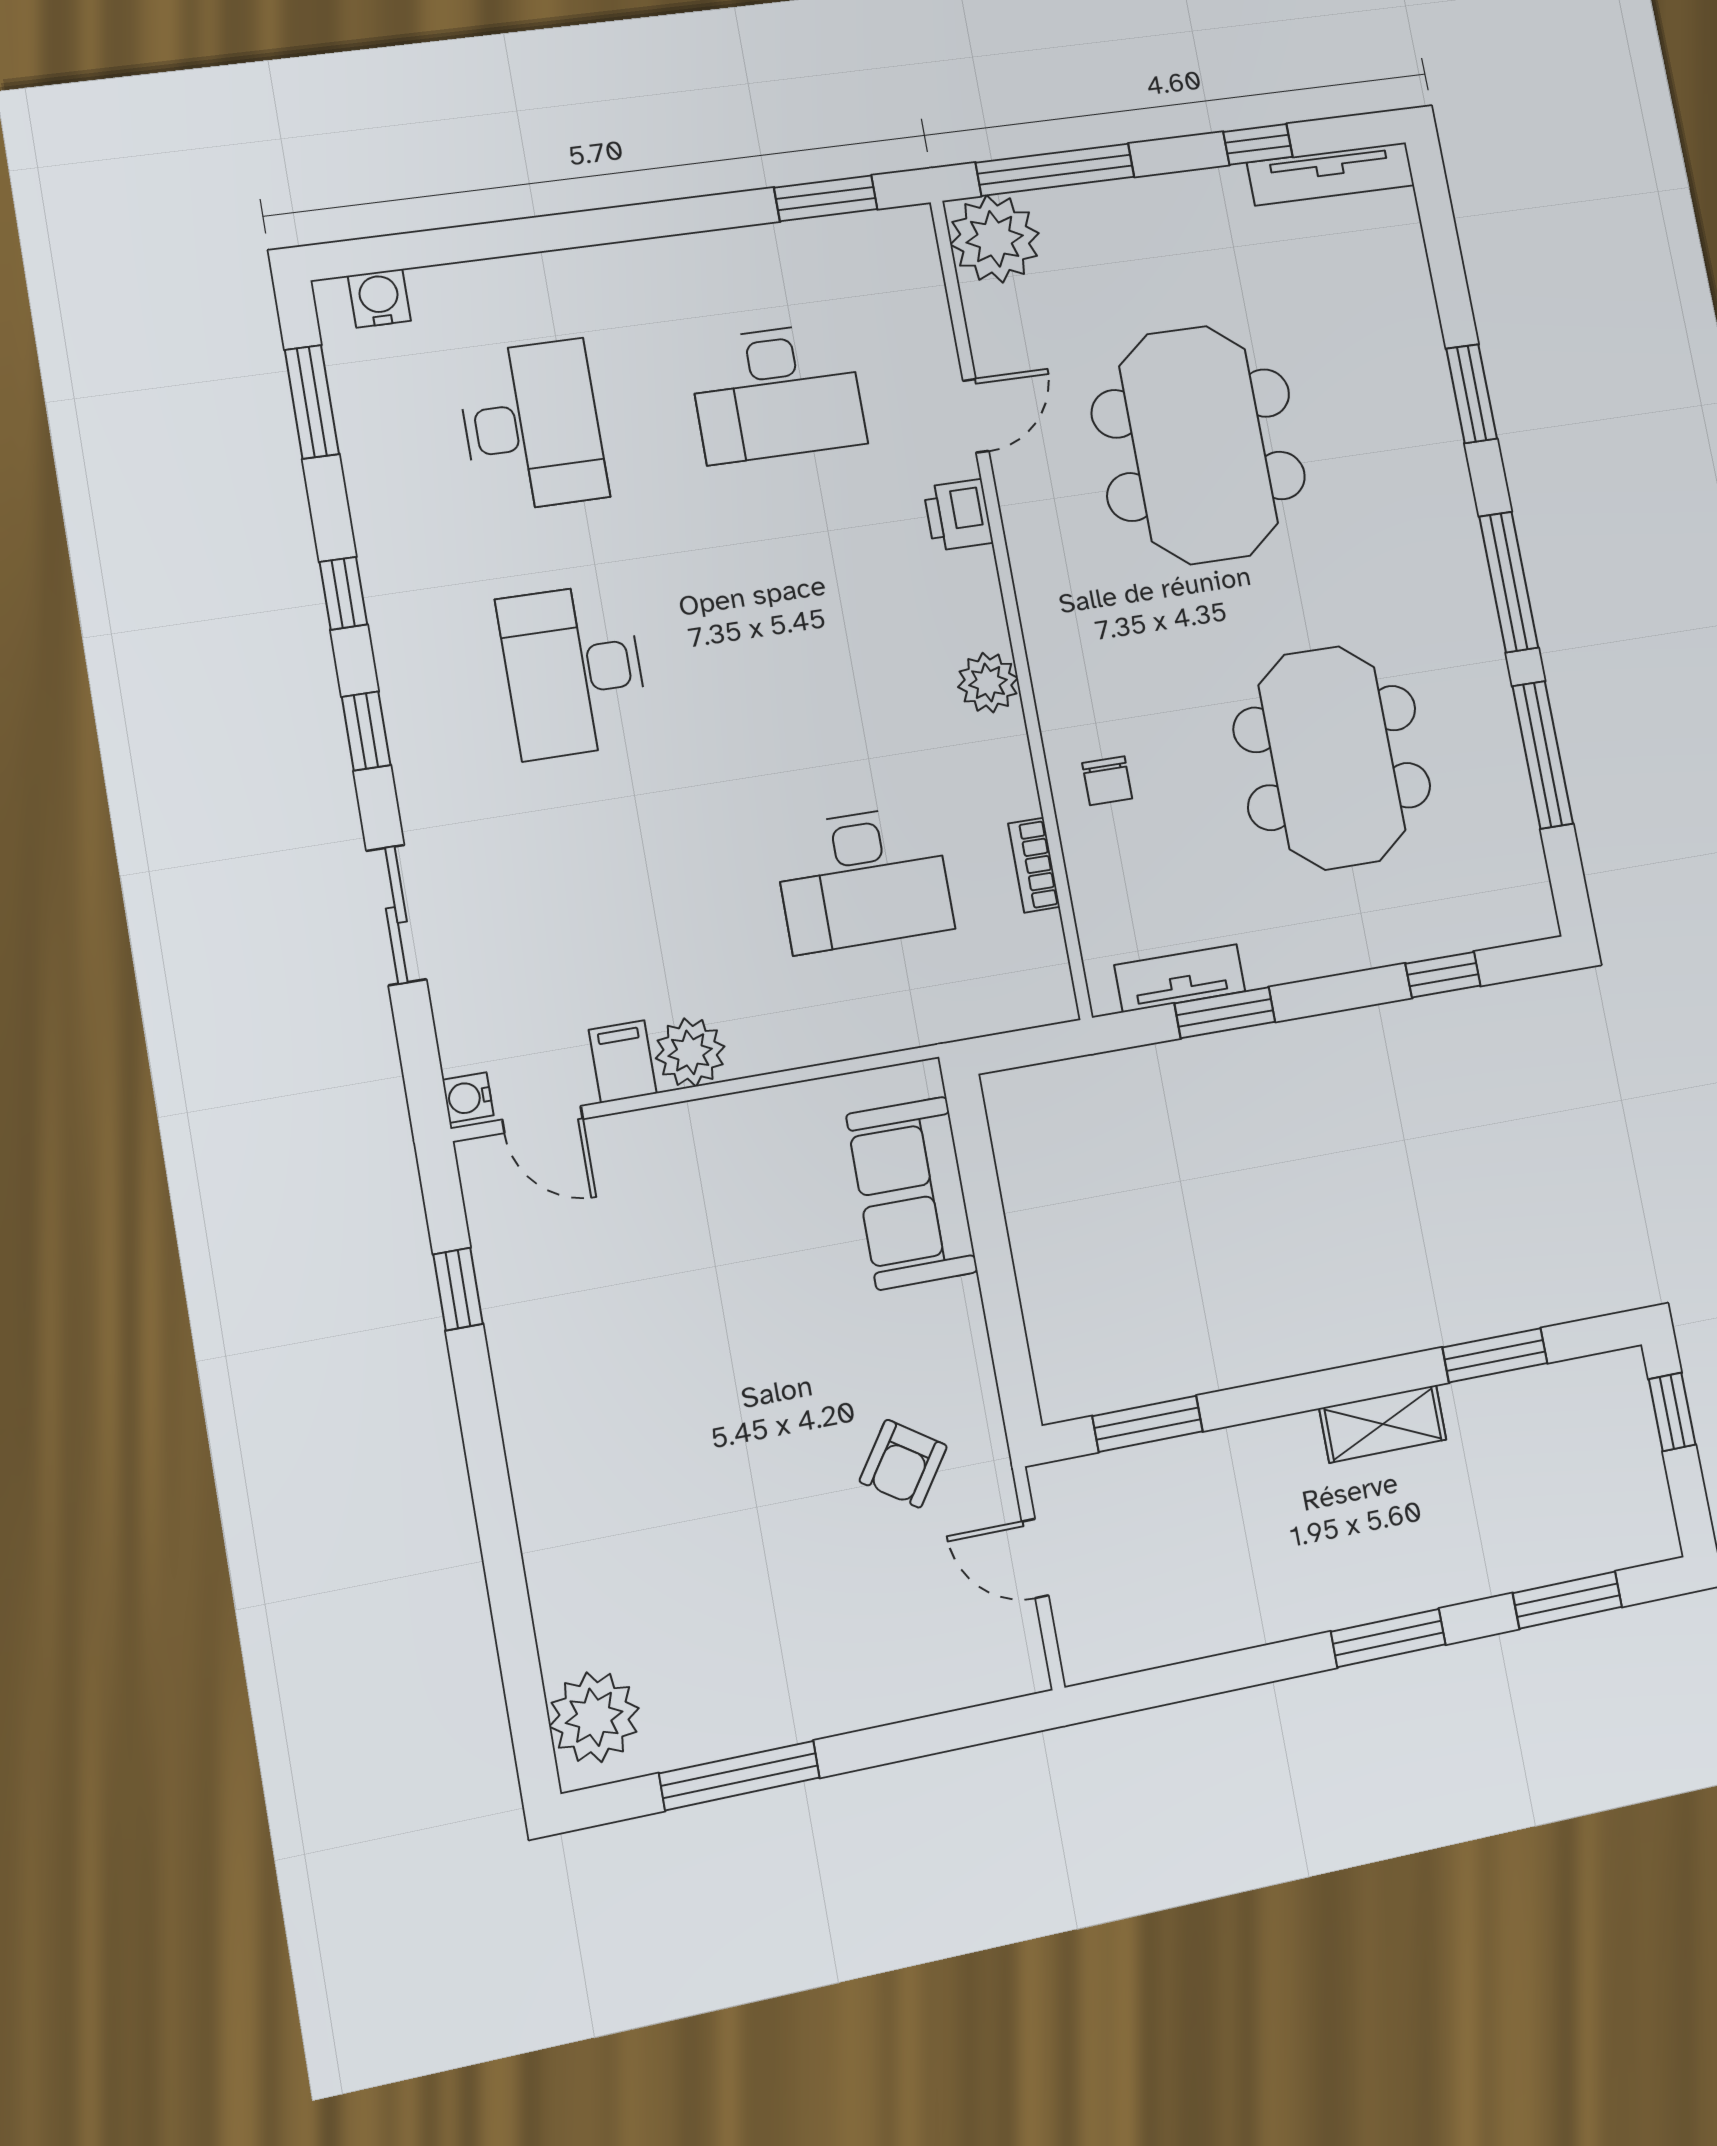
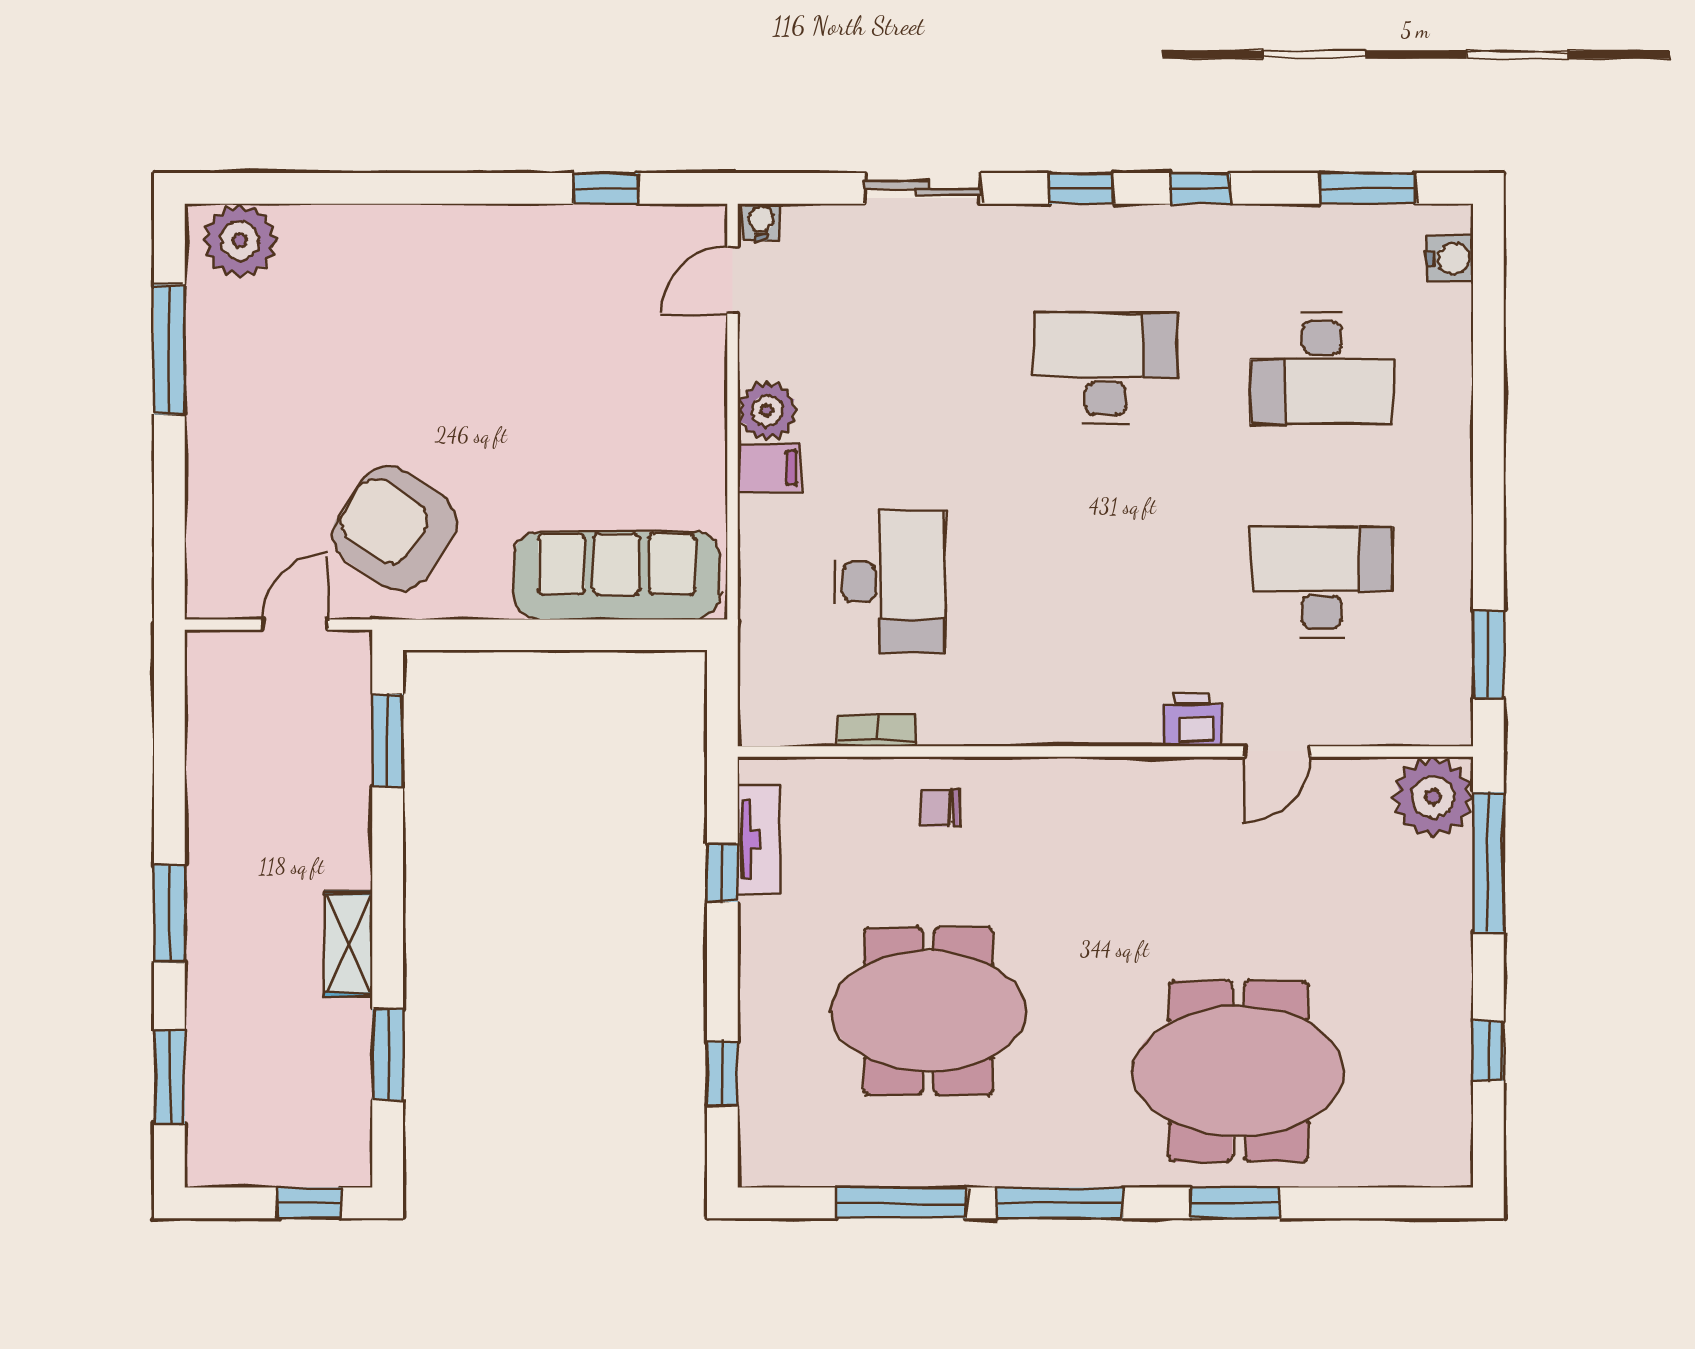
tv unit: (1331, 174) -> (1453, 1112), removed
desk: (777, 393) -> (1322, 582), turned 90
door: (976, 416) -> (1277, 751), hinge flipped
meeting table: (1198, 445) -> (1238, 1071), moved
plant: (988, 683) -> (1041, 720), removed
desk: (863, 879) -> (889, 582), turned 180
window: (1225, 1013) -> (722, 873), width x0.67
filing cabinet: (623, 1062) -> (769, 468), moved
sofa: (912, 1193) -> (617, 576), width x1.36
armchair: (903, 1464) -> (394, 528), width x1.88, depth x1.88

